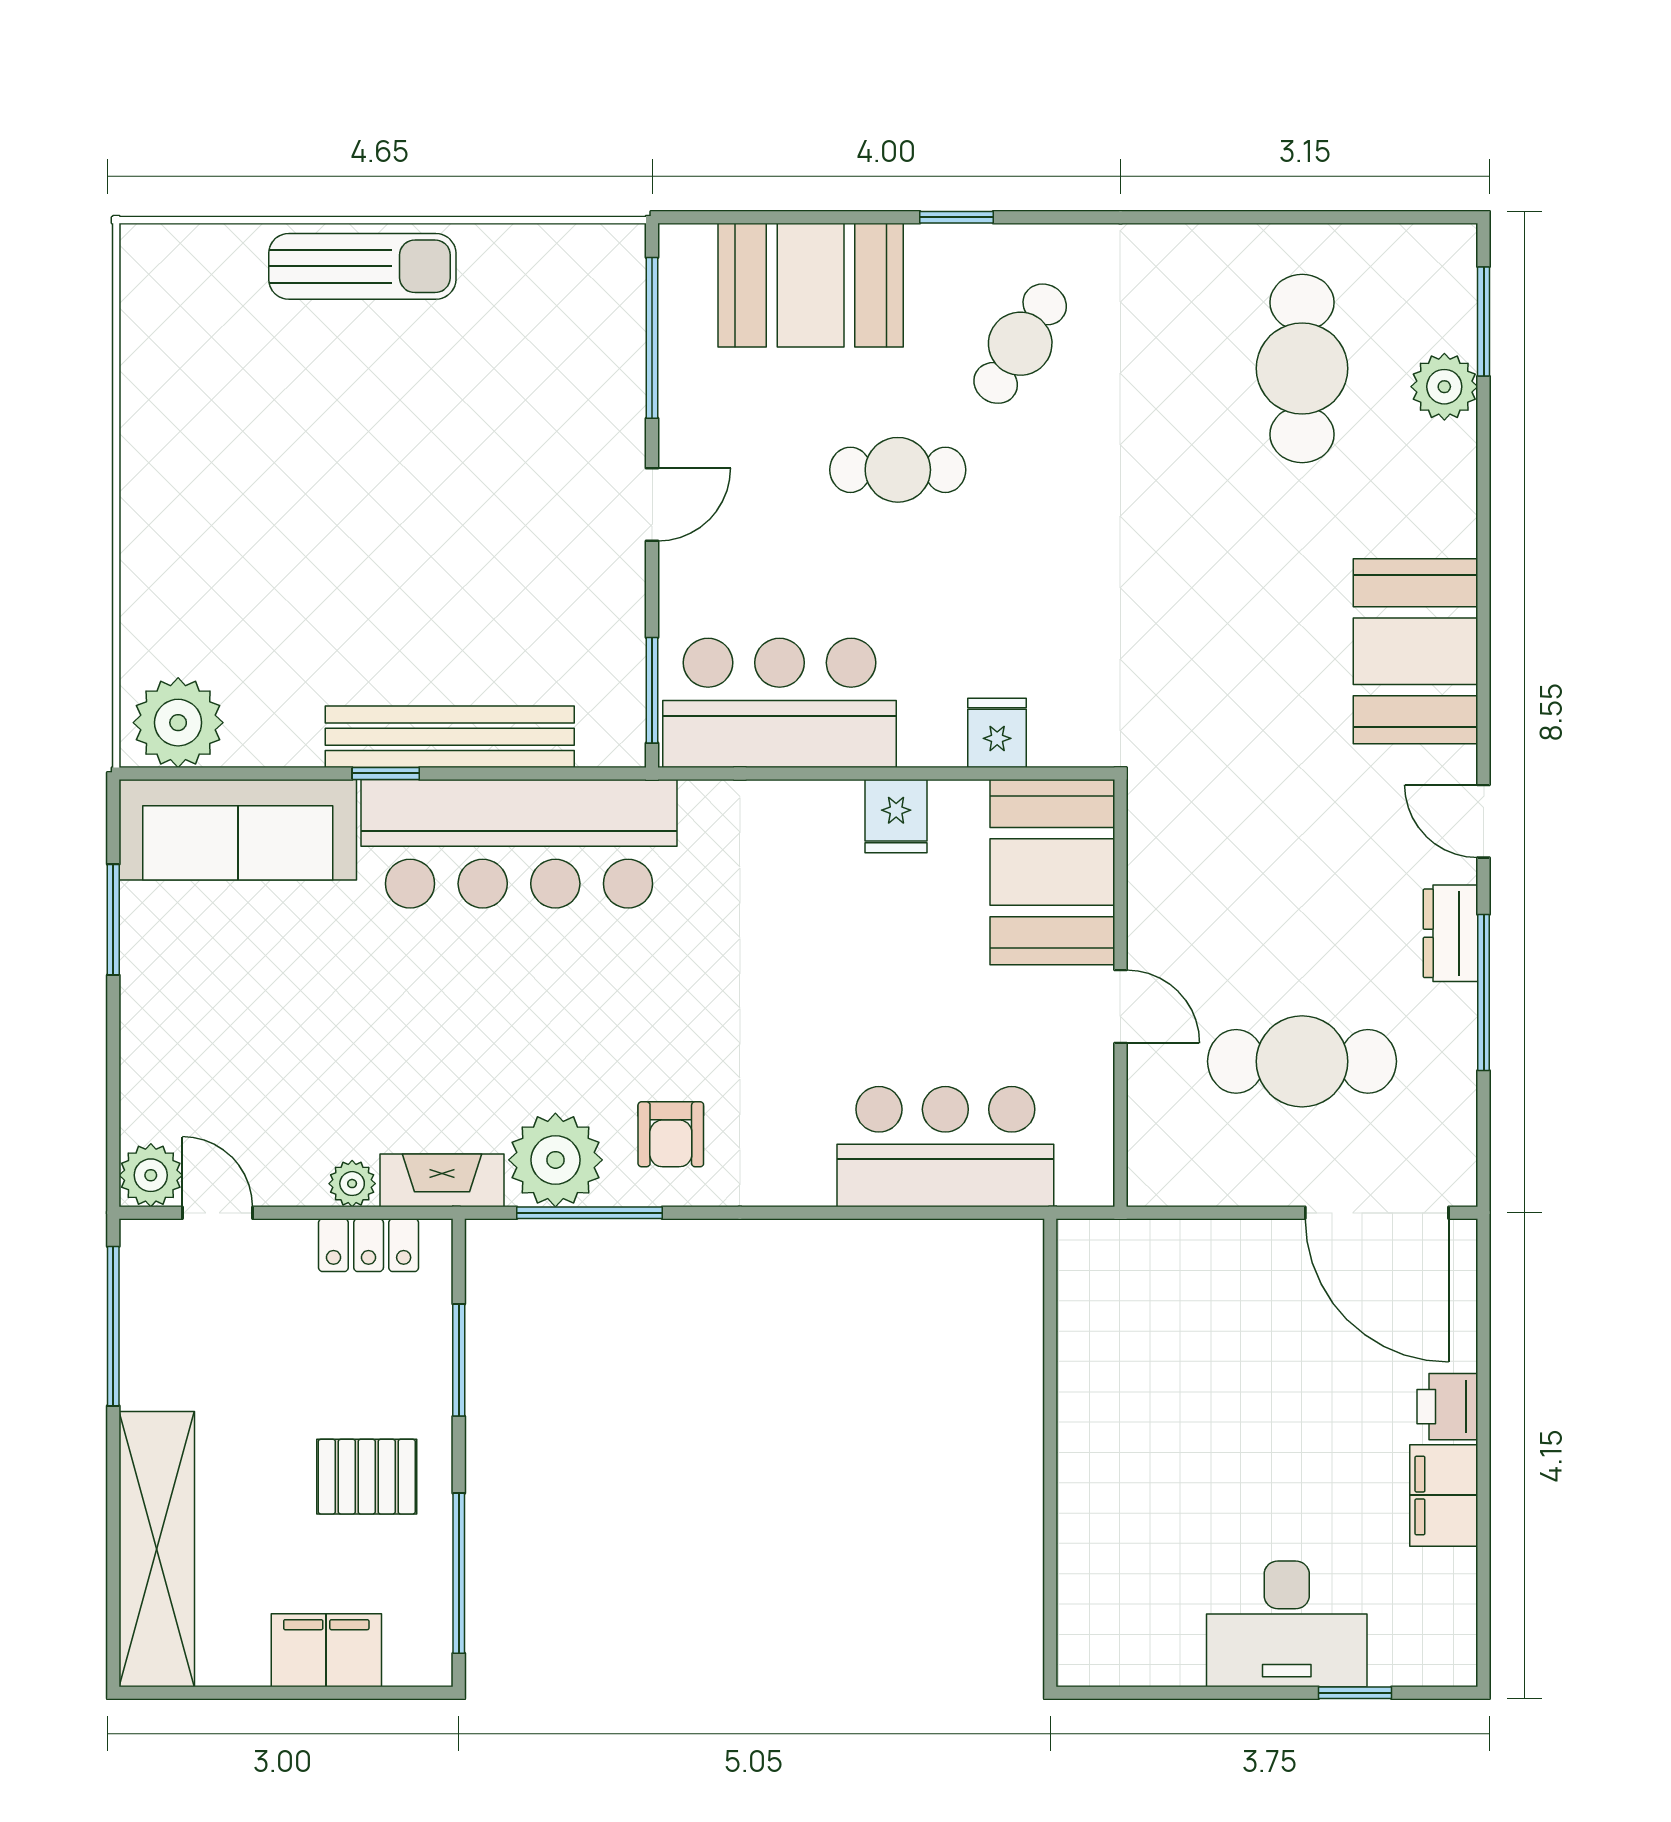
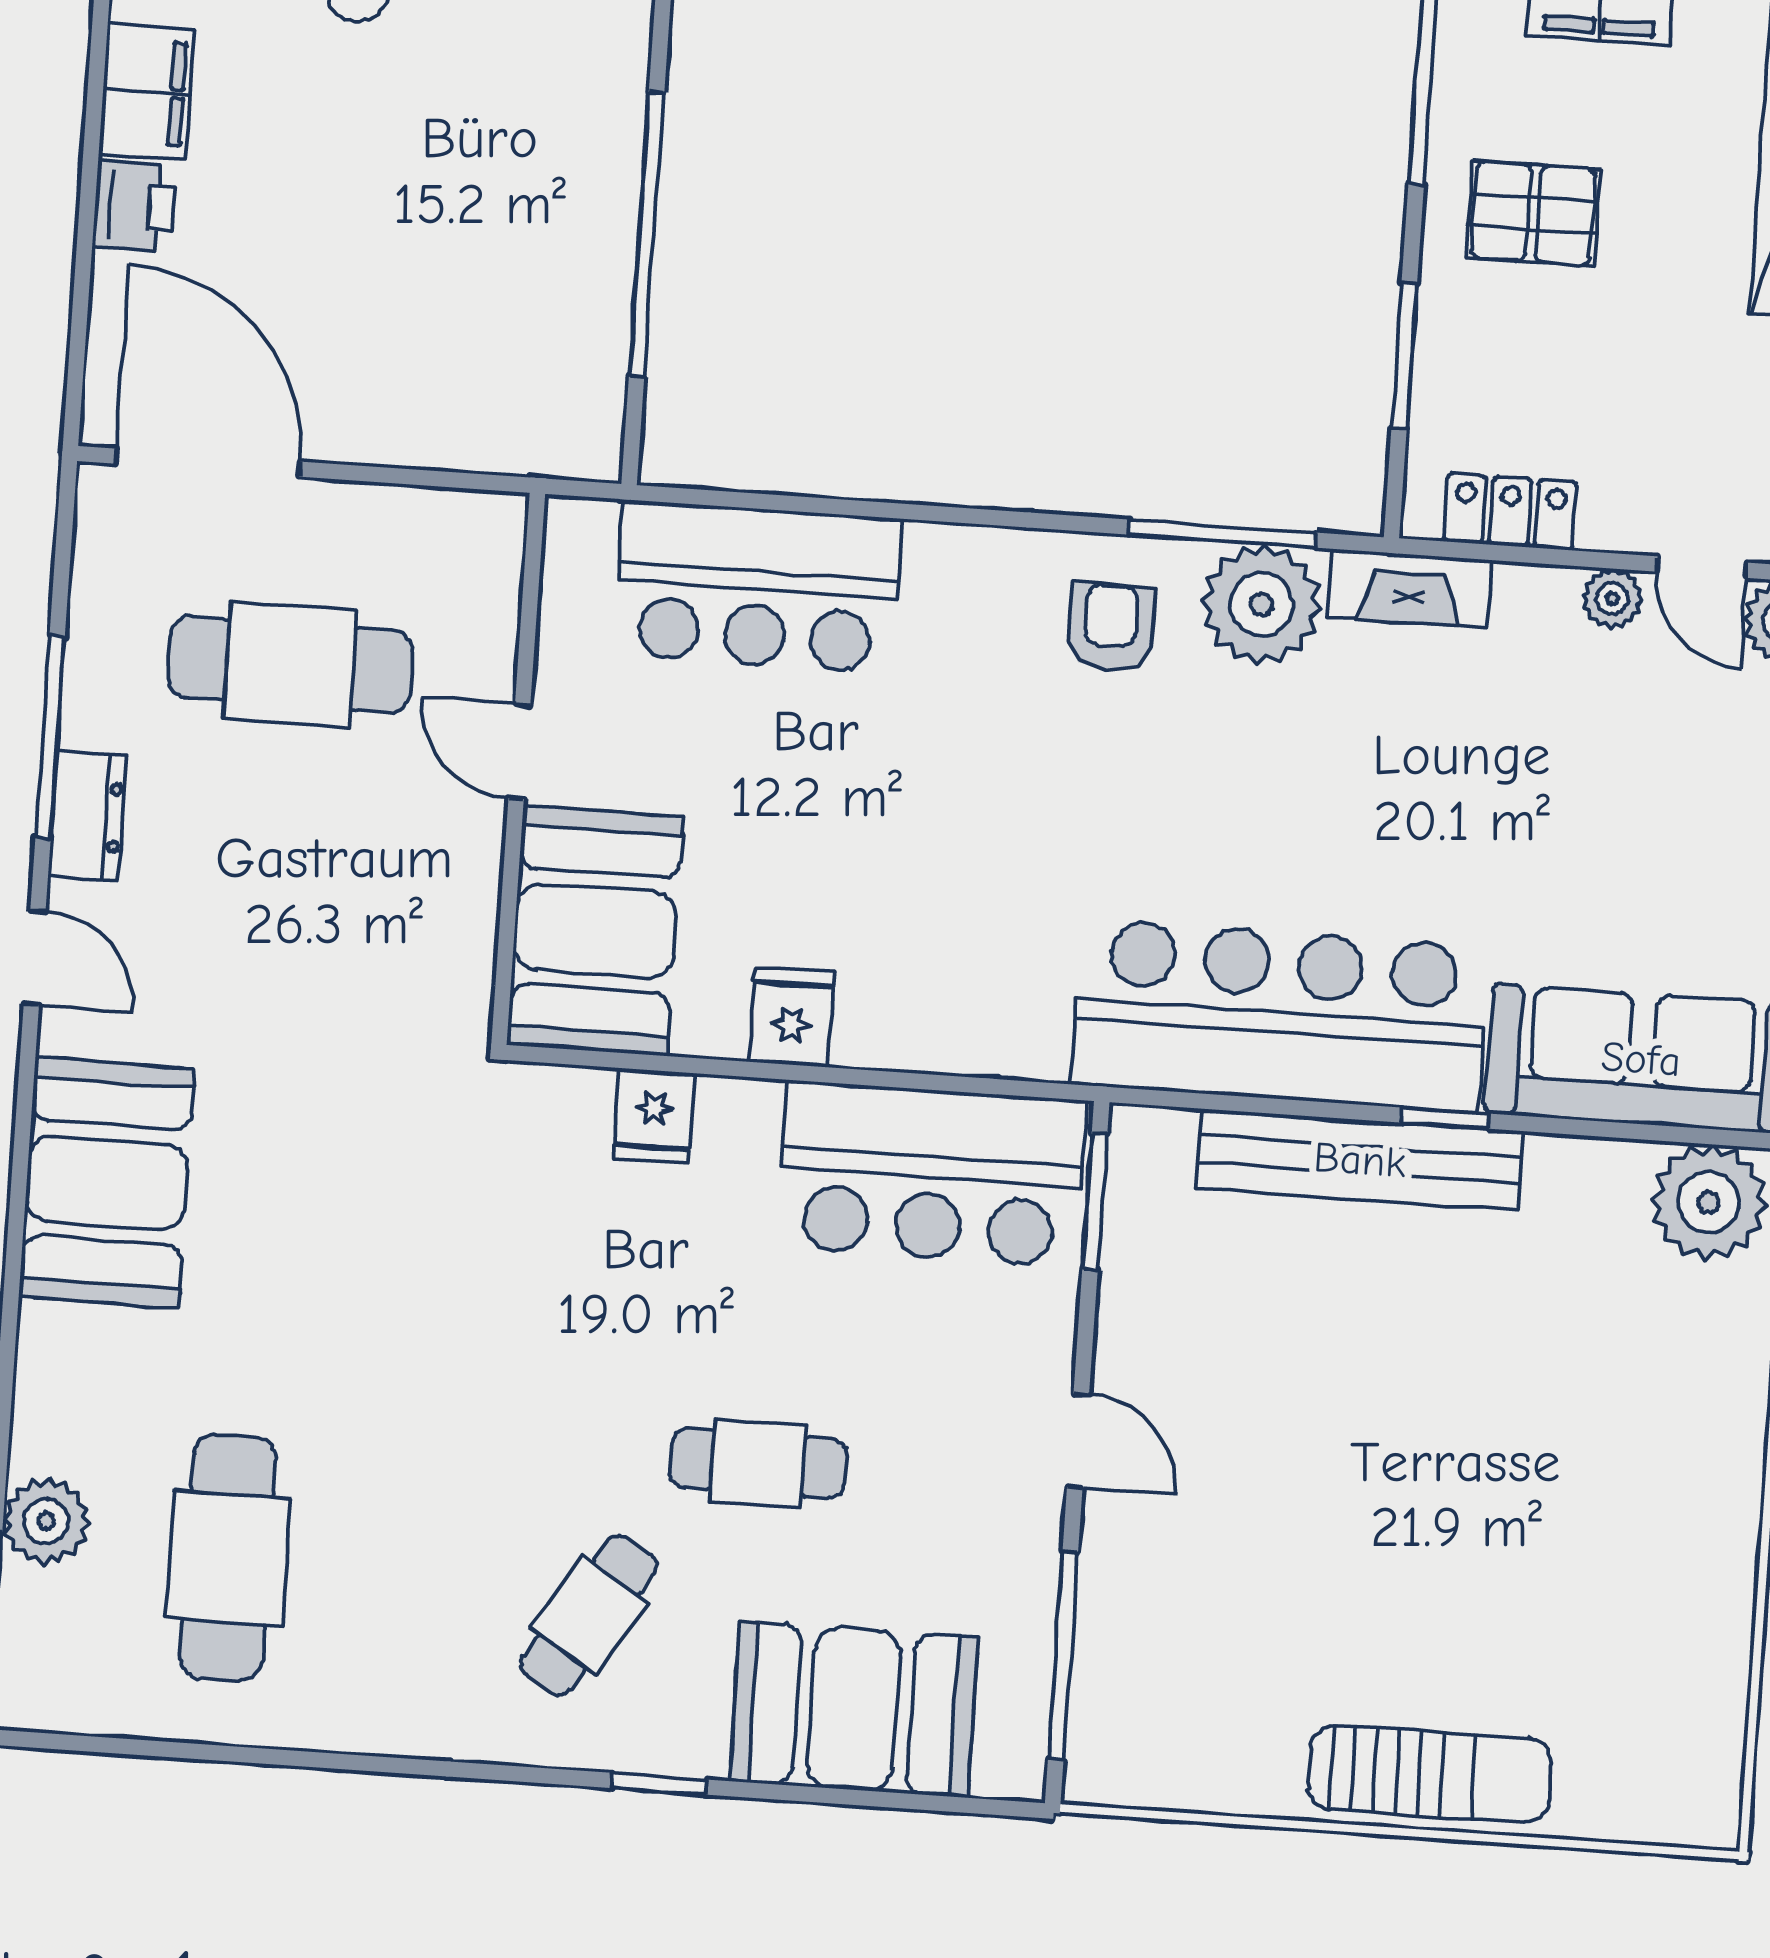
sun lounger: (362, 266) -> (1430, 1774), turned 180
door: (652, 505) -> (1078, 1441), swing flipped
plant: (352, 1184) -> (1612, 599), moved
window: (1050, 1413) -> (647, 234), added

